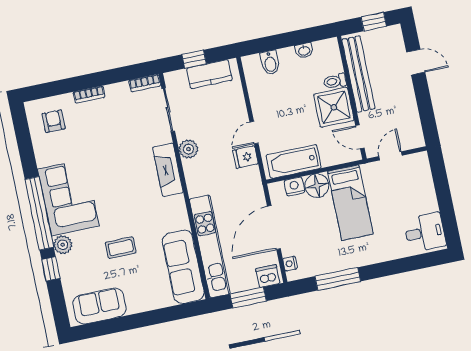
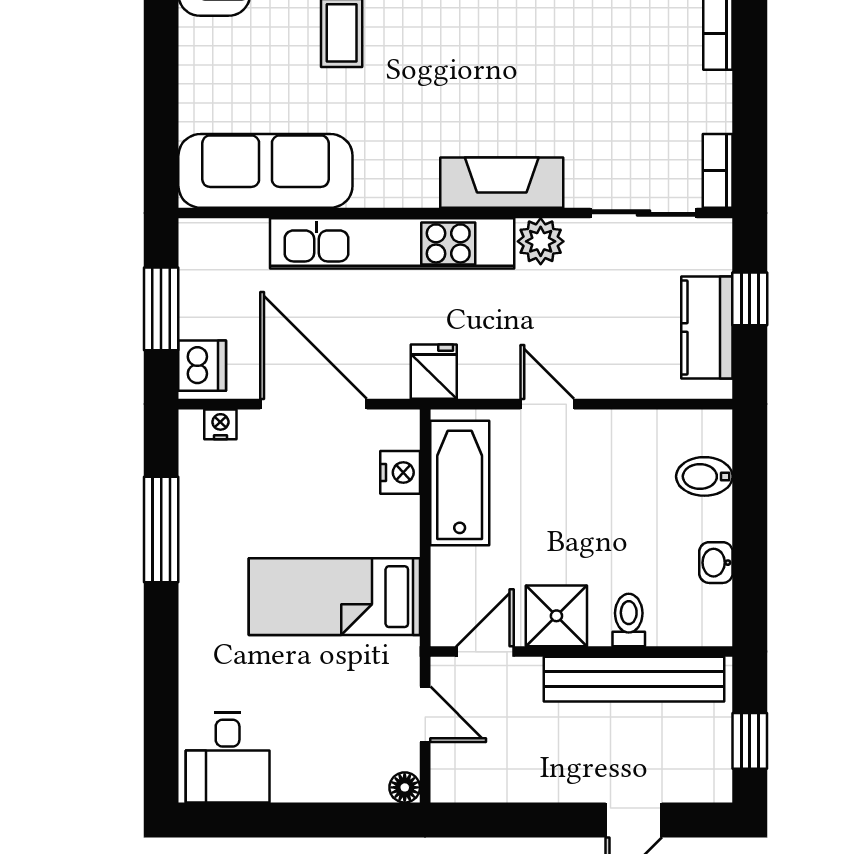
shower: (334, 107) -> (556, 616), width x0.73, depth x0.73
fridge: (245, 157) -> (434, 372), moved
floor lamp: (317, 186) -> (405, 787), moved, width x0.53, depth x0.53
kitchen unit: (210, 246) -> (392, 243), moved

